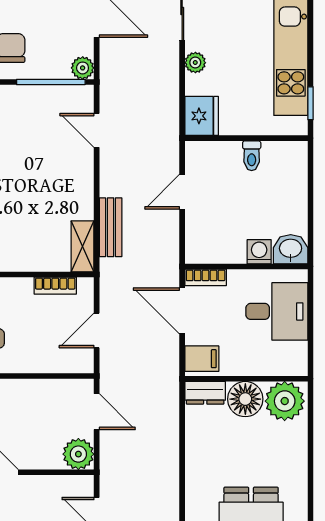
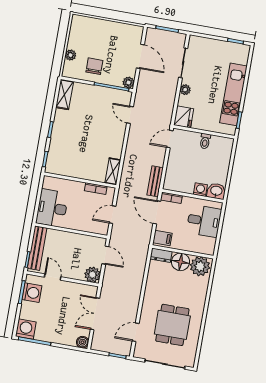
door: (182, 192) -> (170, 139), moved
bench: (111, 227) -> (155, 181), moved

